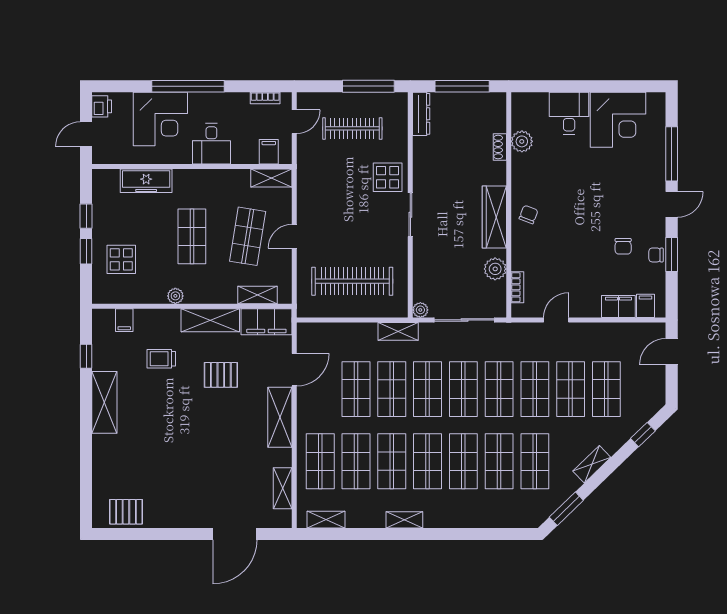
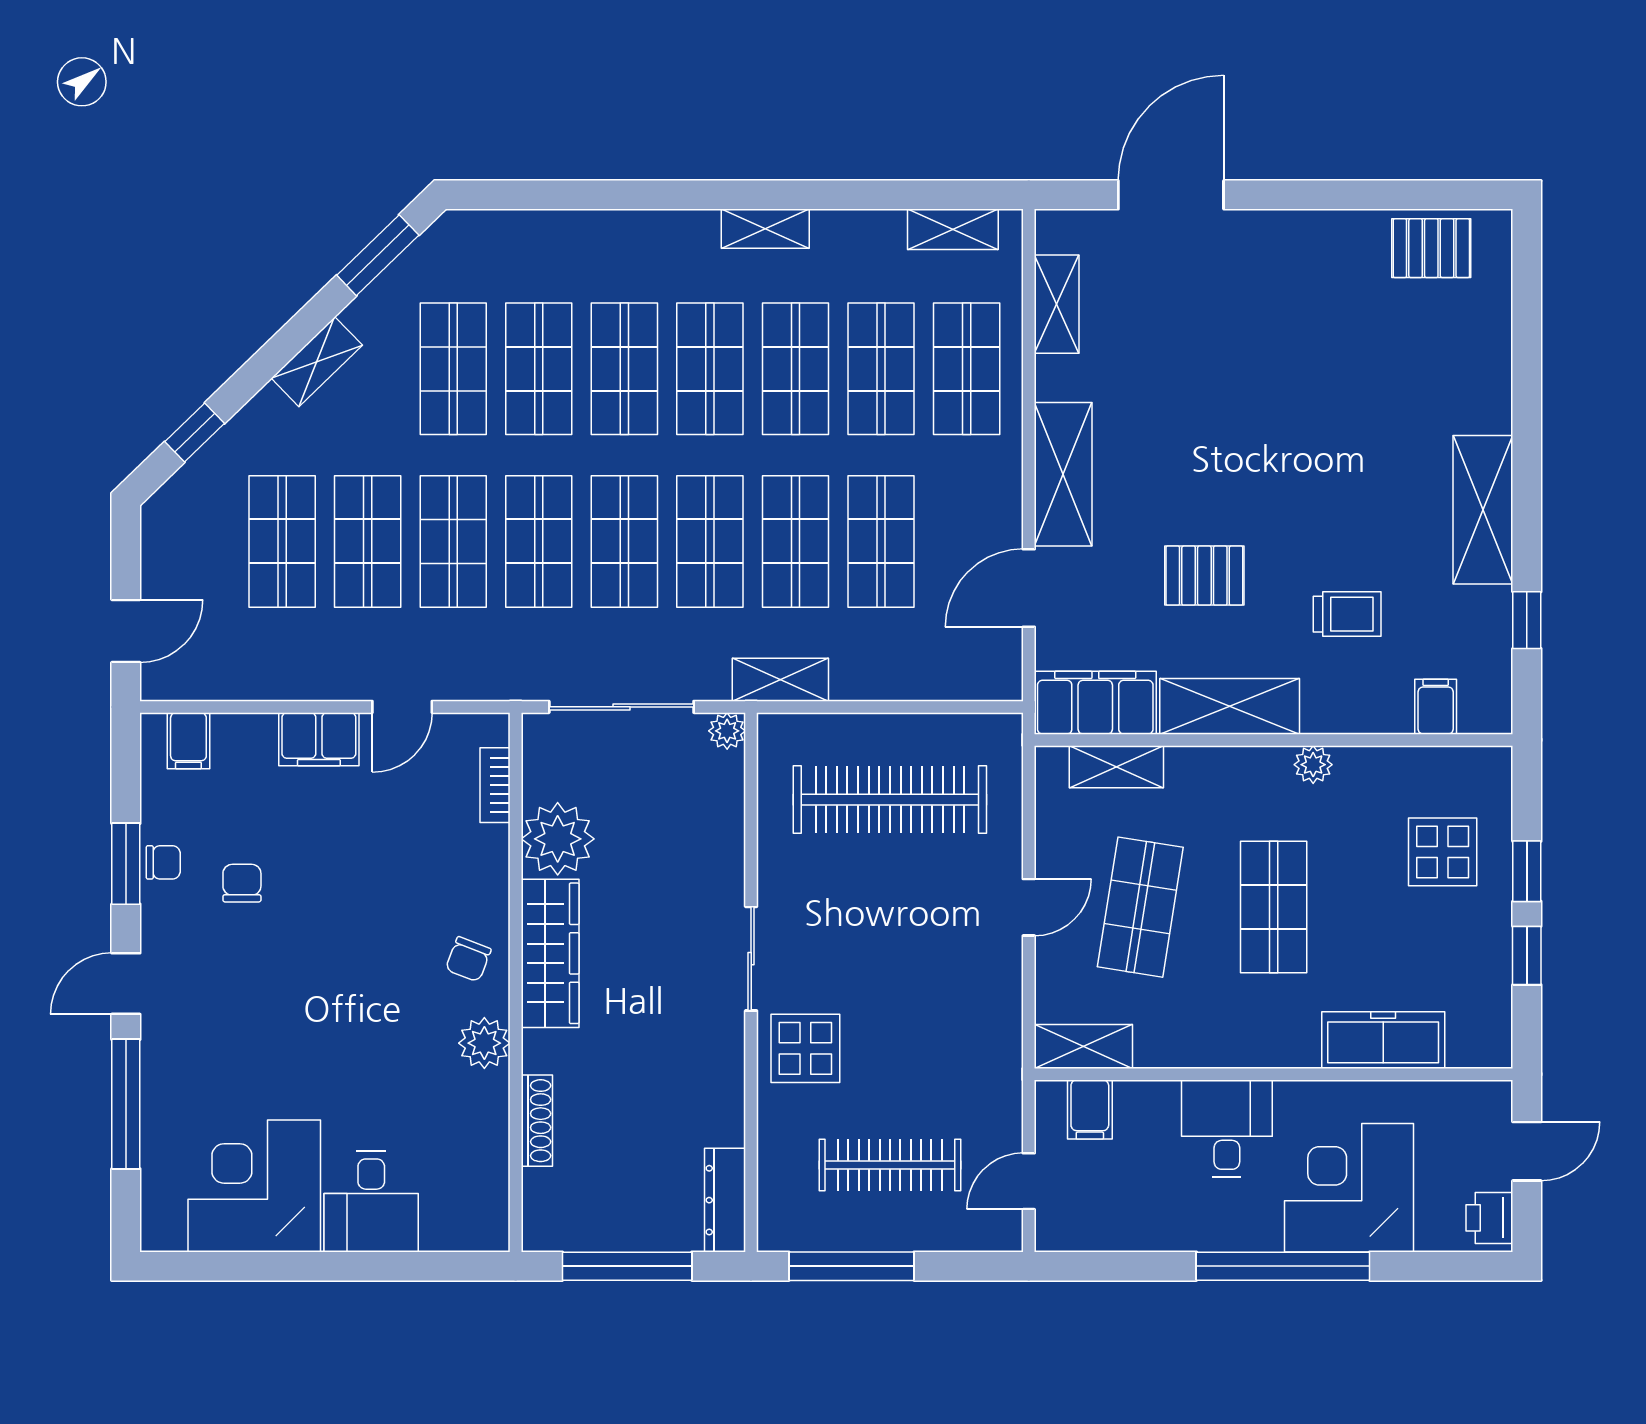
bookcase: (265, 98) -> (1099, 1238), removed
plant: (522, 141) -> (484, 1043), moved
shoe rack: (500, 147) -> (537, 1121), width x1.43
plant: (495, 269) -> (558, 839), width x1.36, depth x1.36
filing cabinet: (618, 306) -> (319, 739), moved

